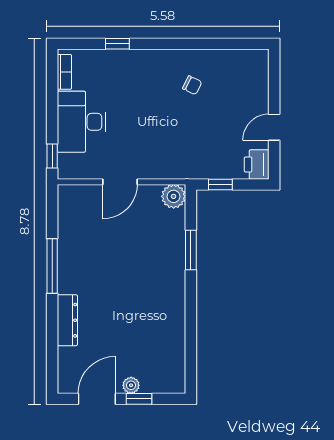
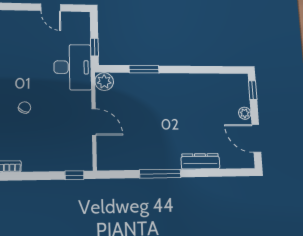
chair: (192, 85) -> (25, 107), moved
desk: (81, 122) -> (73, 67), moved, turned -90
printer: (257, 164) -> (79, 21), removed
window: (139, 399) -> (253, 90), moved

